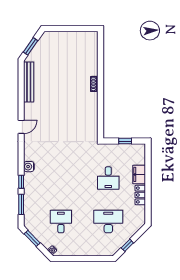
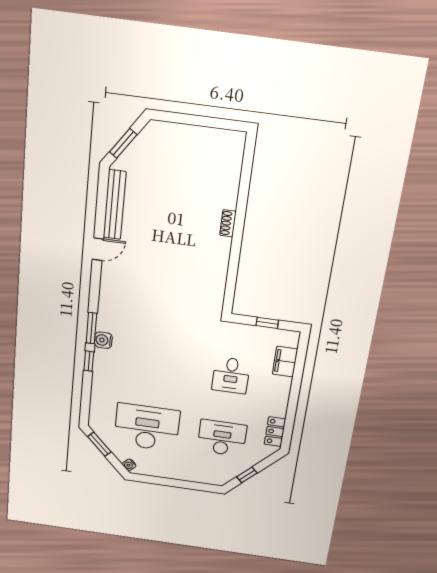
door: (21, 127) -> (98, 249), moved
filing cabinet: (139, 174) -> (285, 362), moved
locker: (140, 195) -> (275, 432), moved
window: (21, 204) -> (91, 328), moved
desk: (61, 222) -> (147, 427), width x1.87, depth x1.30

